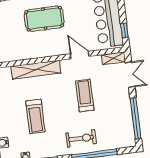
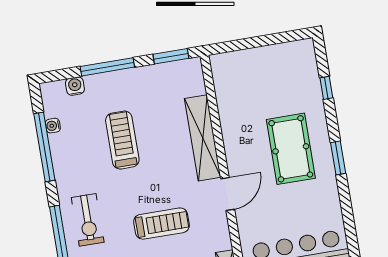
door: (80, 55) -> (228, 194), moved
treadmill: (35, 116) -> (122, 140), turned 90

